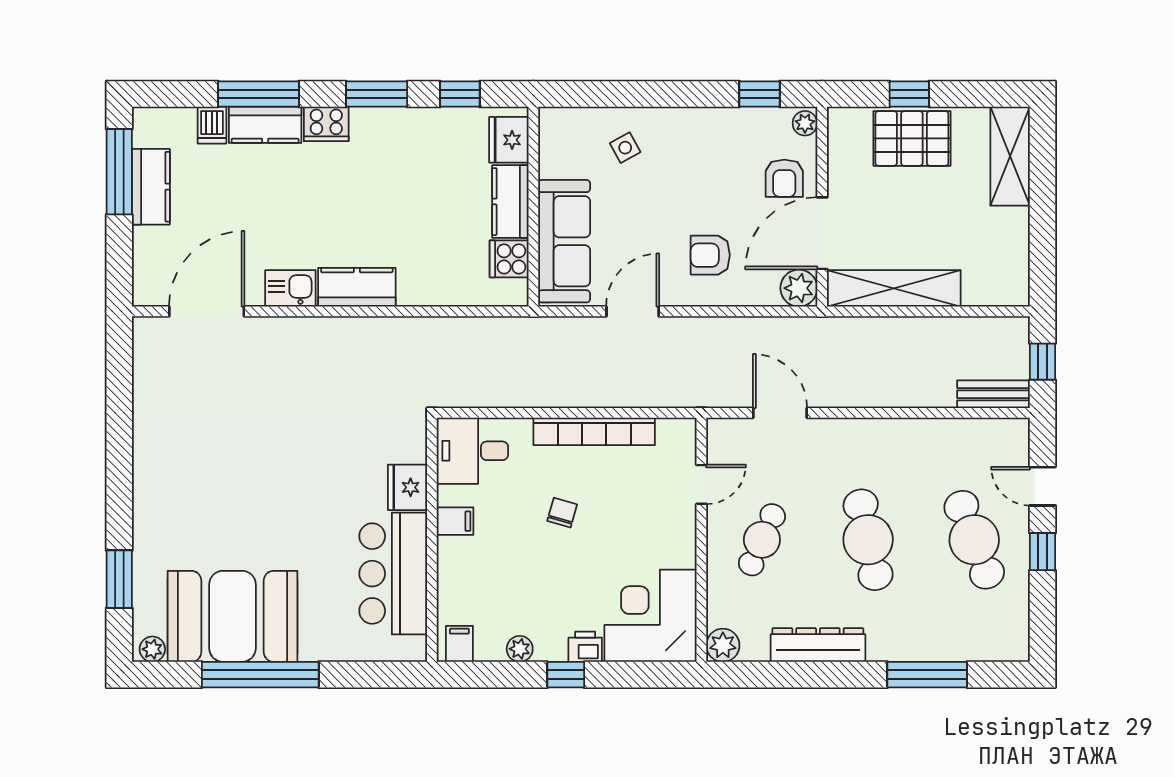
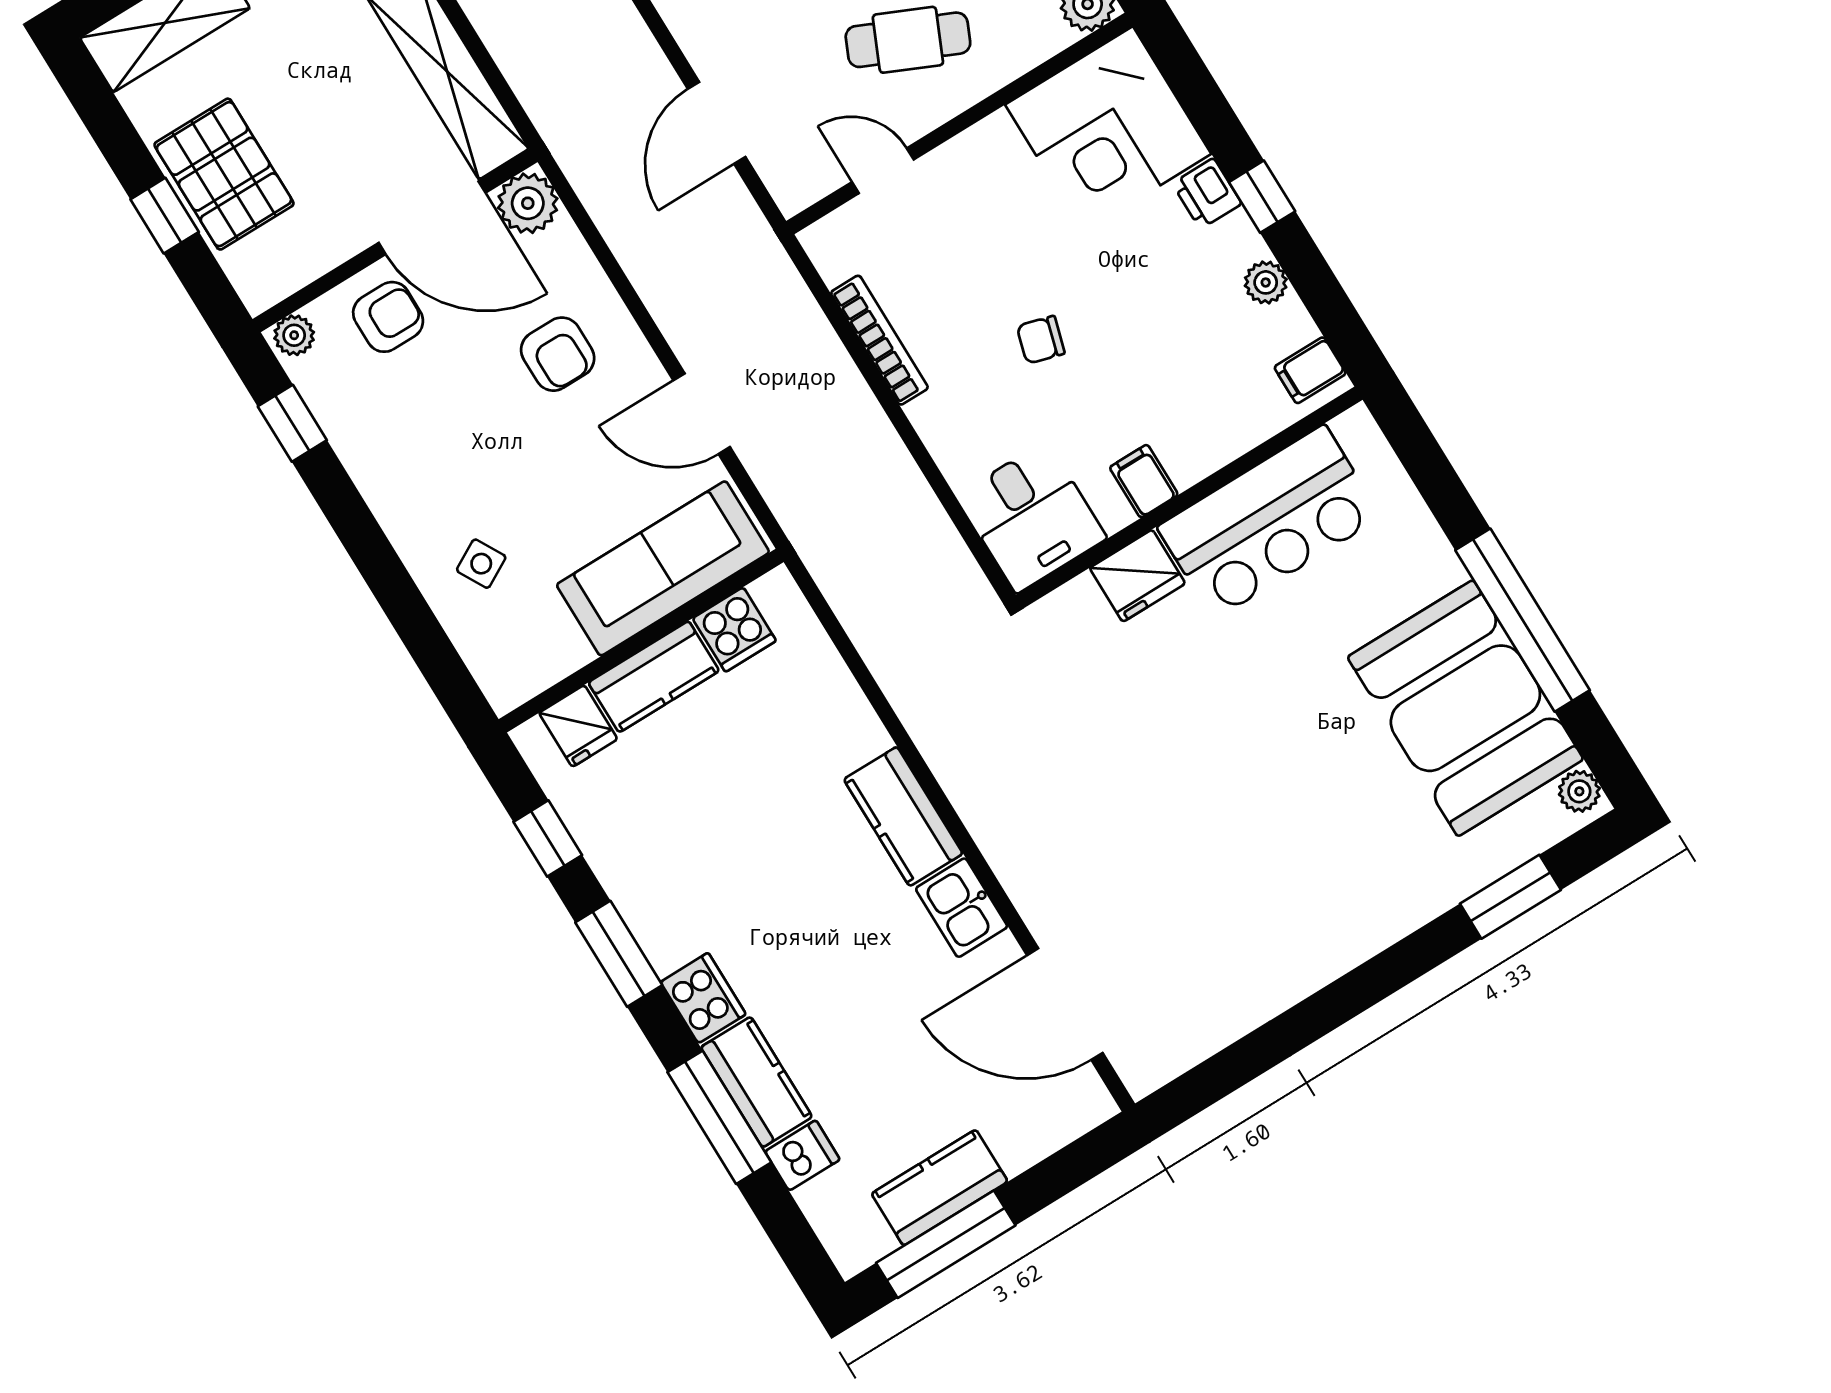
fridge: (509, 140) -> (578, 726), width x0.72
bookcase: (594, 431) -> (879, 340), width x0.68, depth x0.76

